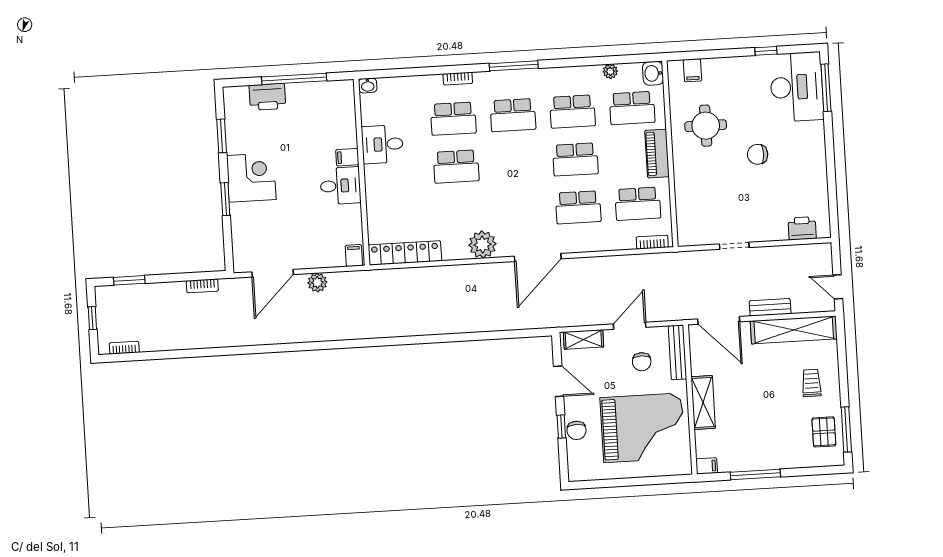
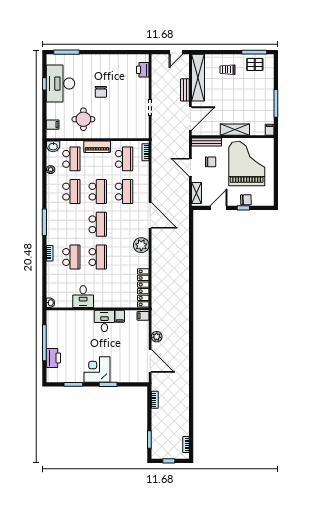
desk: (797, 87) -> (61, 84), moved, turned -90
school desk: (513, 115) -> (98, 224), moved
filing cabinet: (347, 157) -> (120, 316), moved

